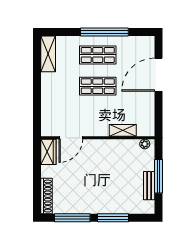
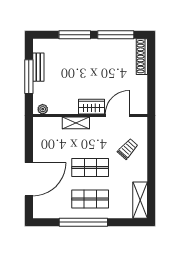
trolley: (61, 105) -> (128, 149), added
shelving: (123, 130) -> (76, 123), moved
wardrobe: (48, 152) -> (91, 107), moved, turned 90

